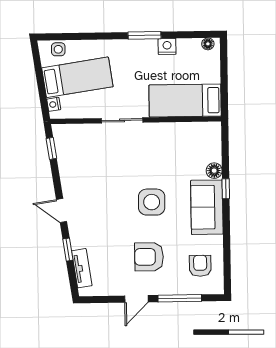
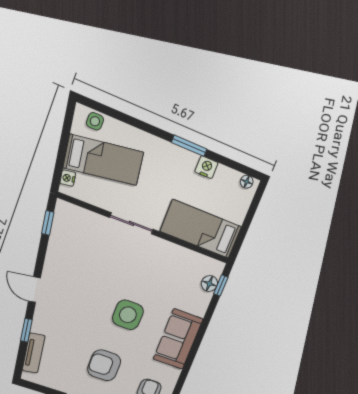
floor lamp: (214, 171) -> (209, 284), moved
window: (226, 189) -> (221, 285), moved

